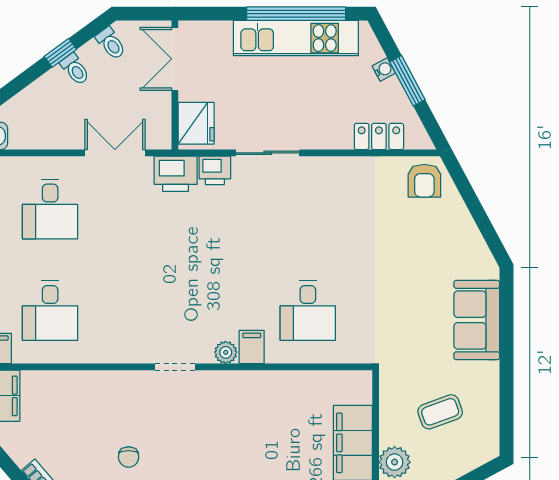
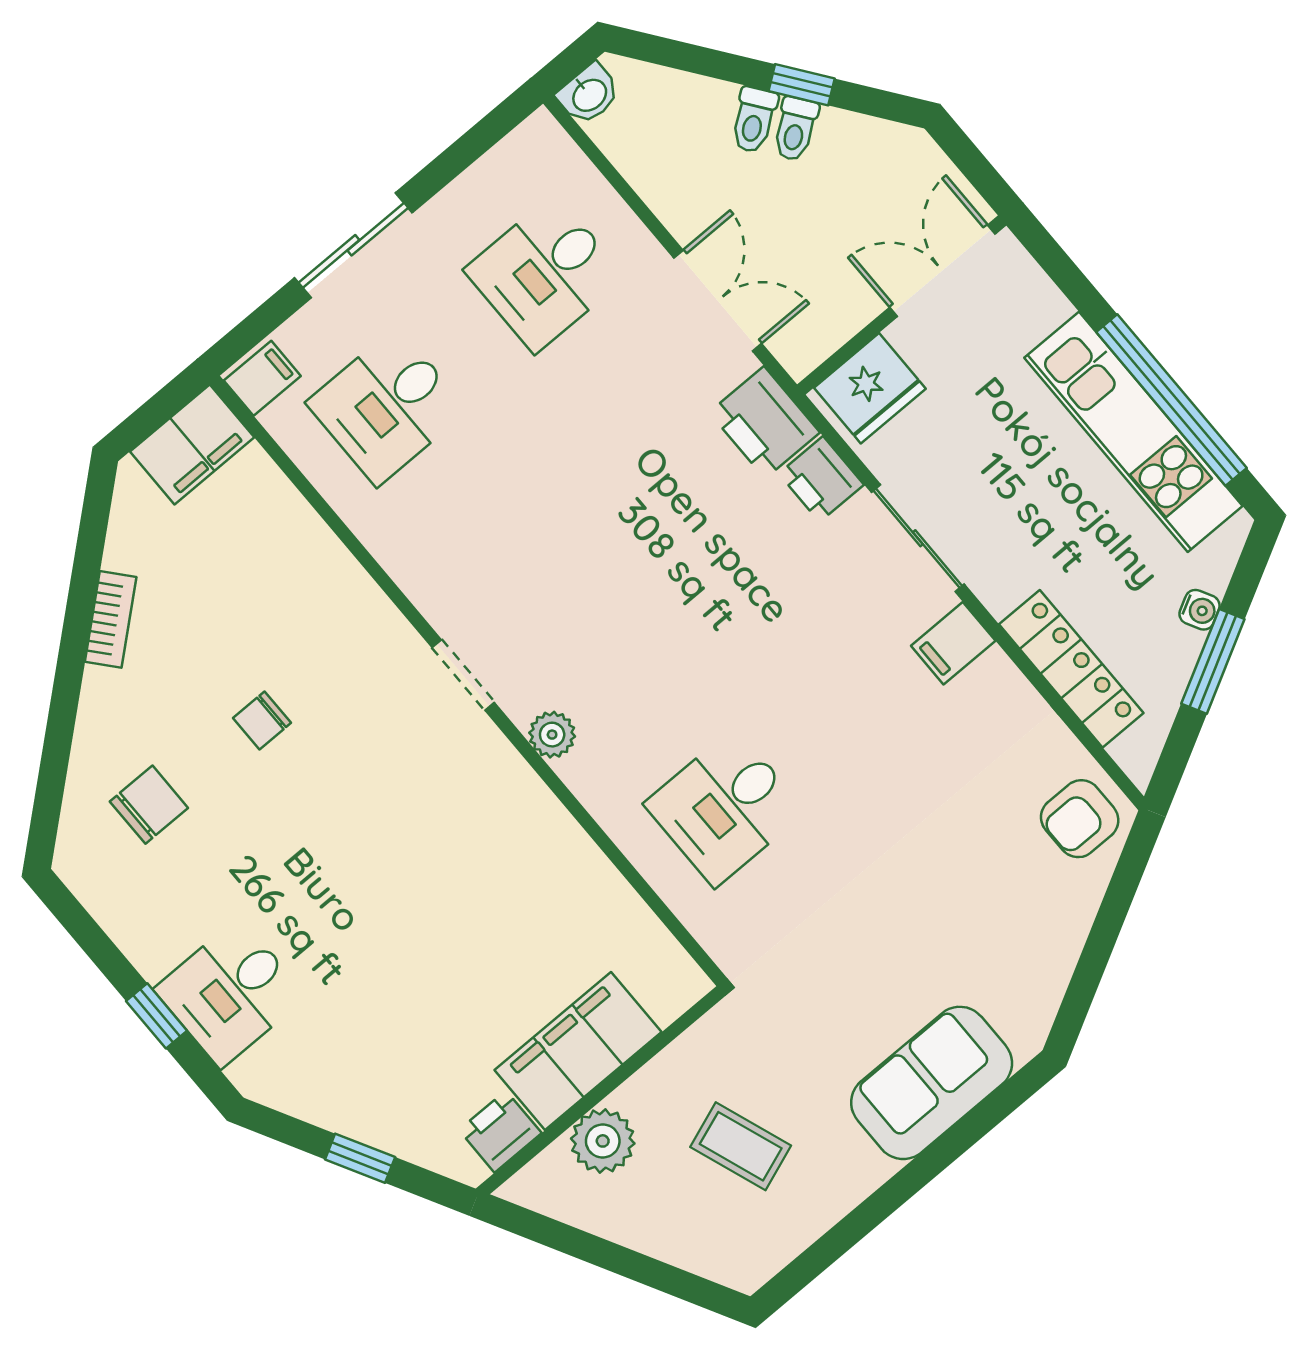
toilet: (111, 43) -> (754, 120), moved
locker: (379, 136) -> (1071, 669), width x1.53
filing cabinet: (252, 347) -> (953, 643), moved, turned 180

